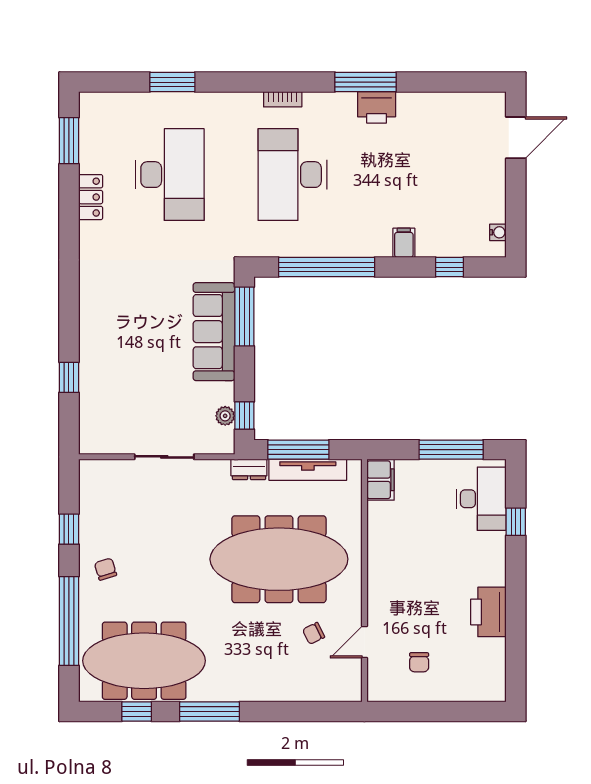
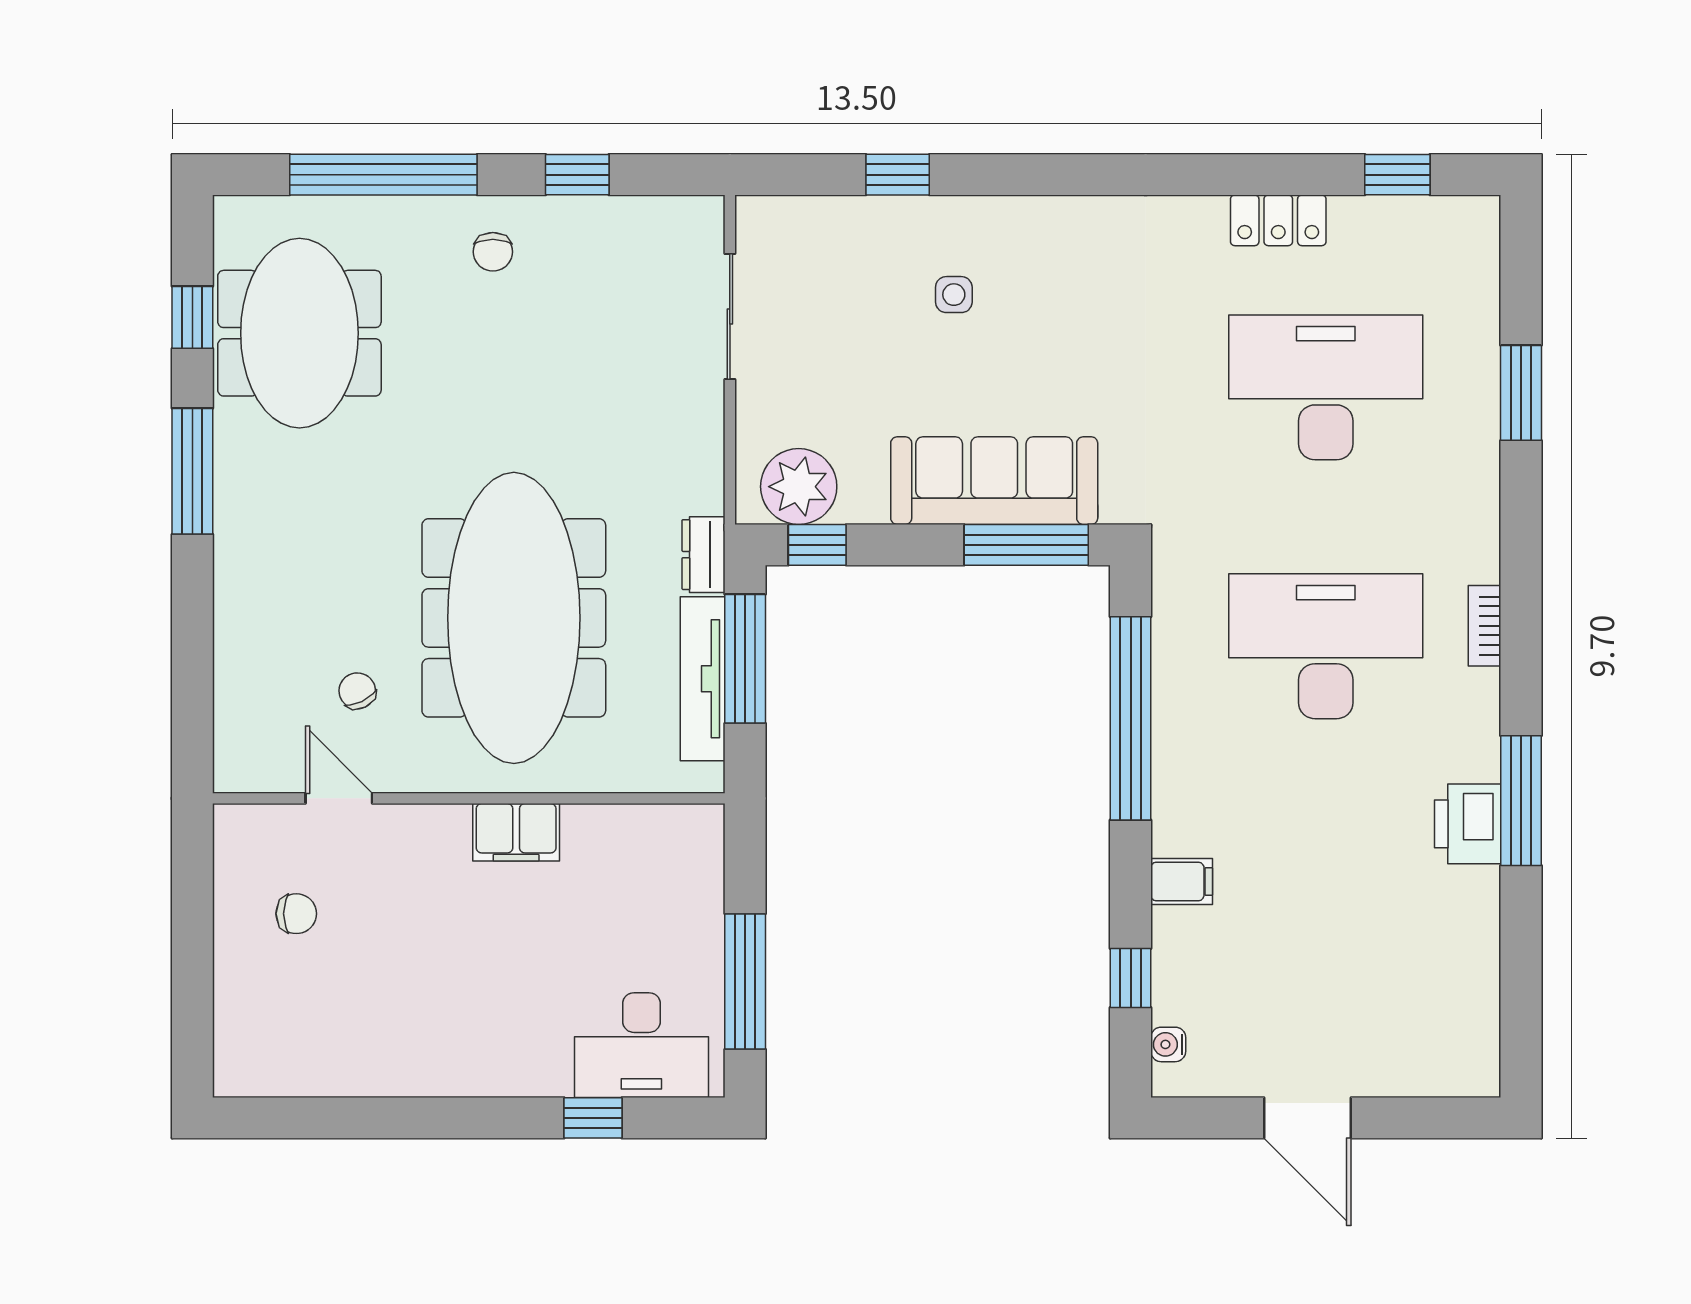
door: (516, 138) -> (1307, 1118), moved
window: (69, 141) -> (1397, 175), width x0.67
desk: (170, 175) -> (1326, 387), turned 180
water cooler: (498, 232) -> (1168, 1044), moved, turned 90
side table: (126, 351) -> (954, 295), added
plant: (225, 416) -> (799, 487), width x1.88, depth x1.88
sliding door: (164, 457) -> (730, 316), moved
filing cabinet: (381, 480) -> (516, 832), moved
chair: (106, 569) -> (493, 252), turned 107
printer: (488, 612) -> (402, 1060), removed
meeting table: (144, 661) -> (299, 333), width x0.73
chair: (419, 662) -> (296, 914), turned 180

